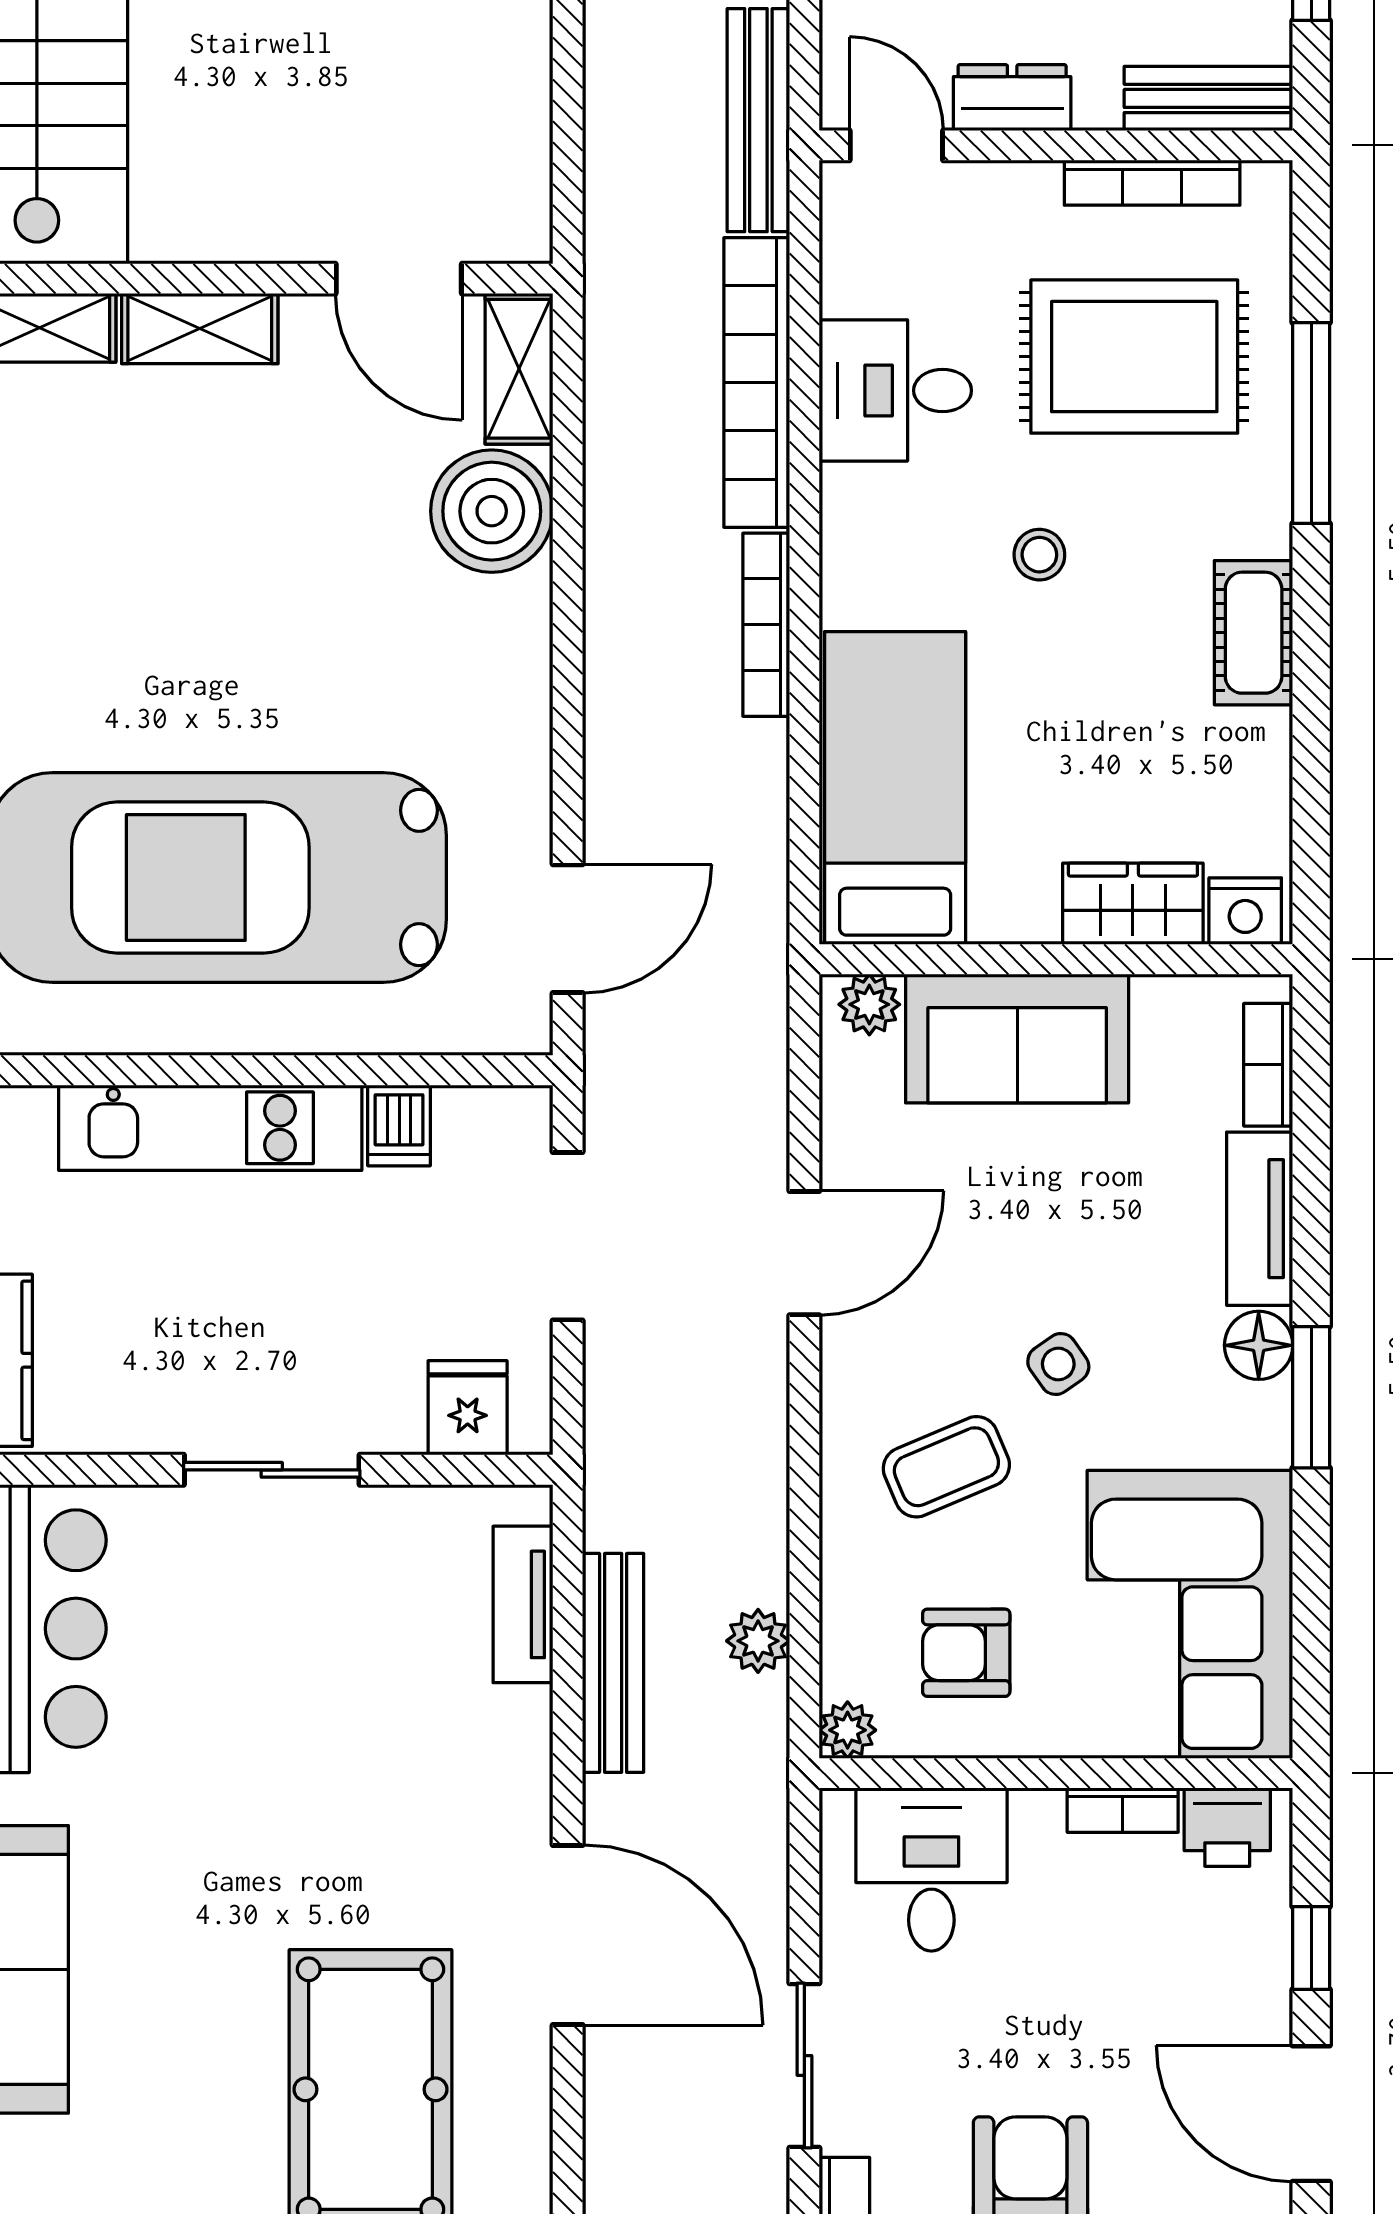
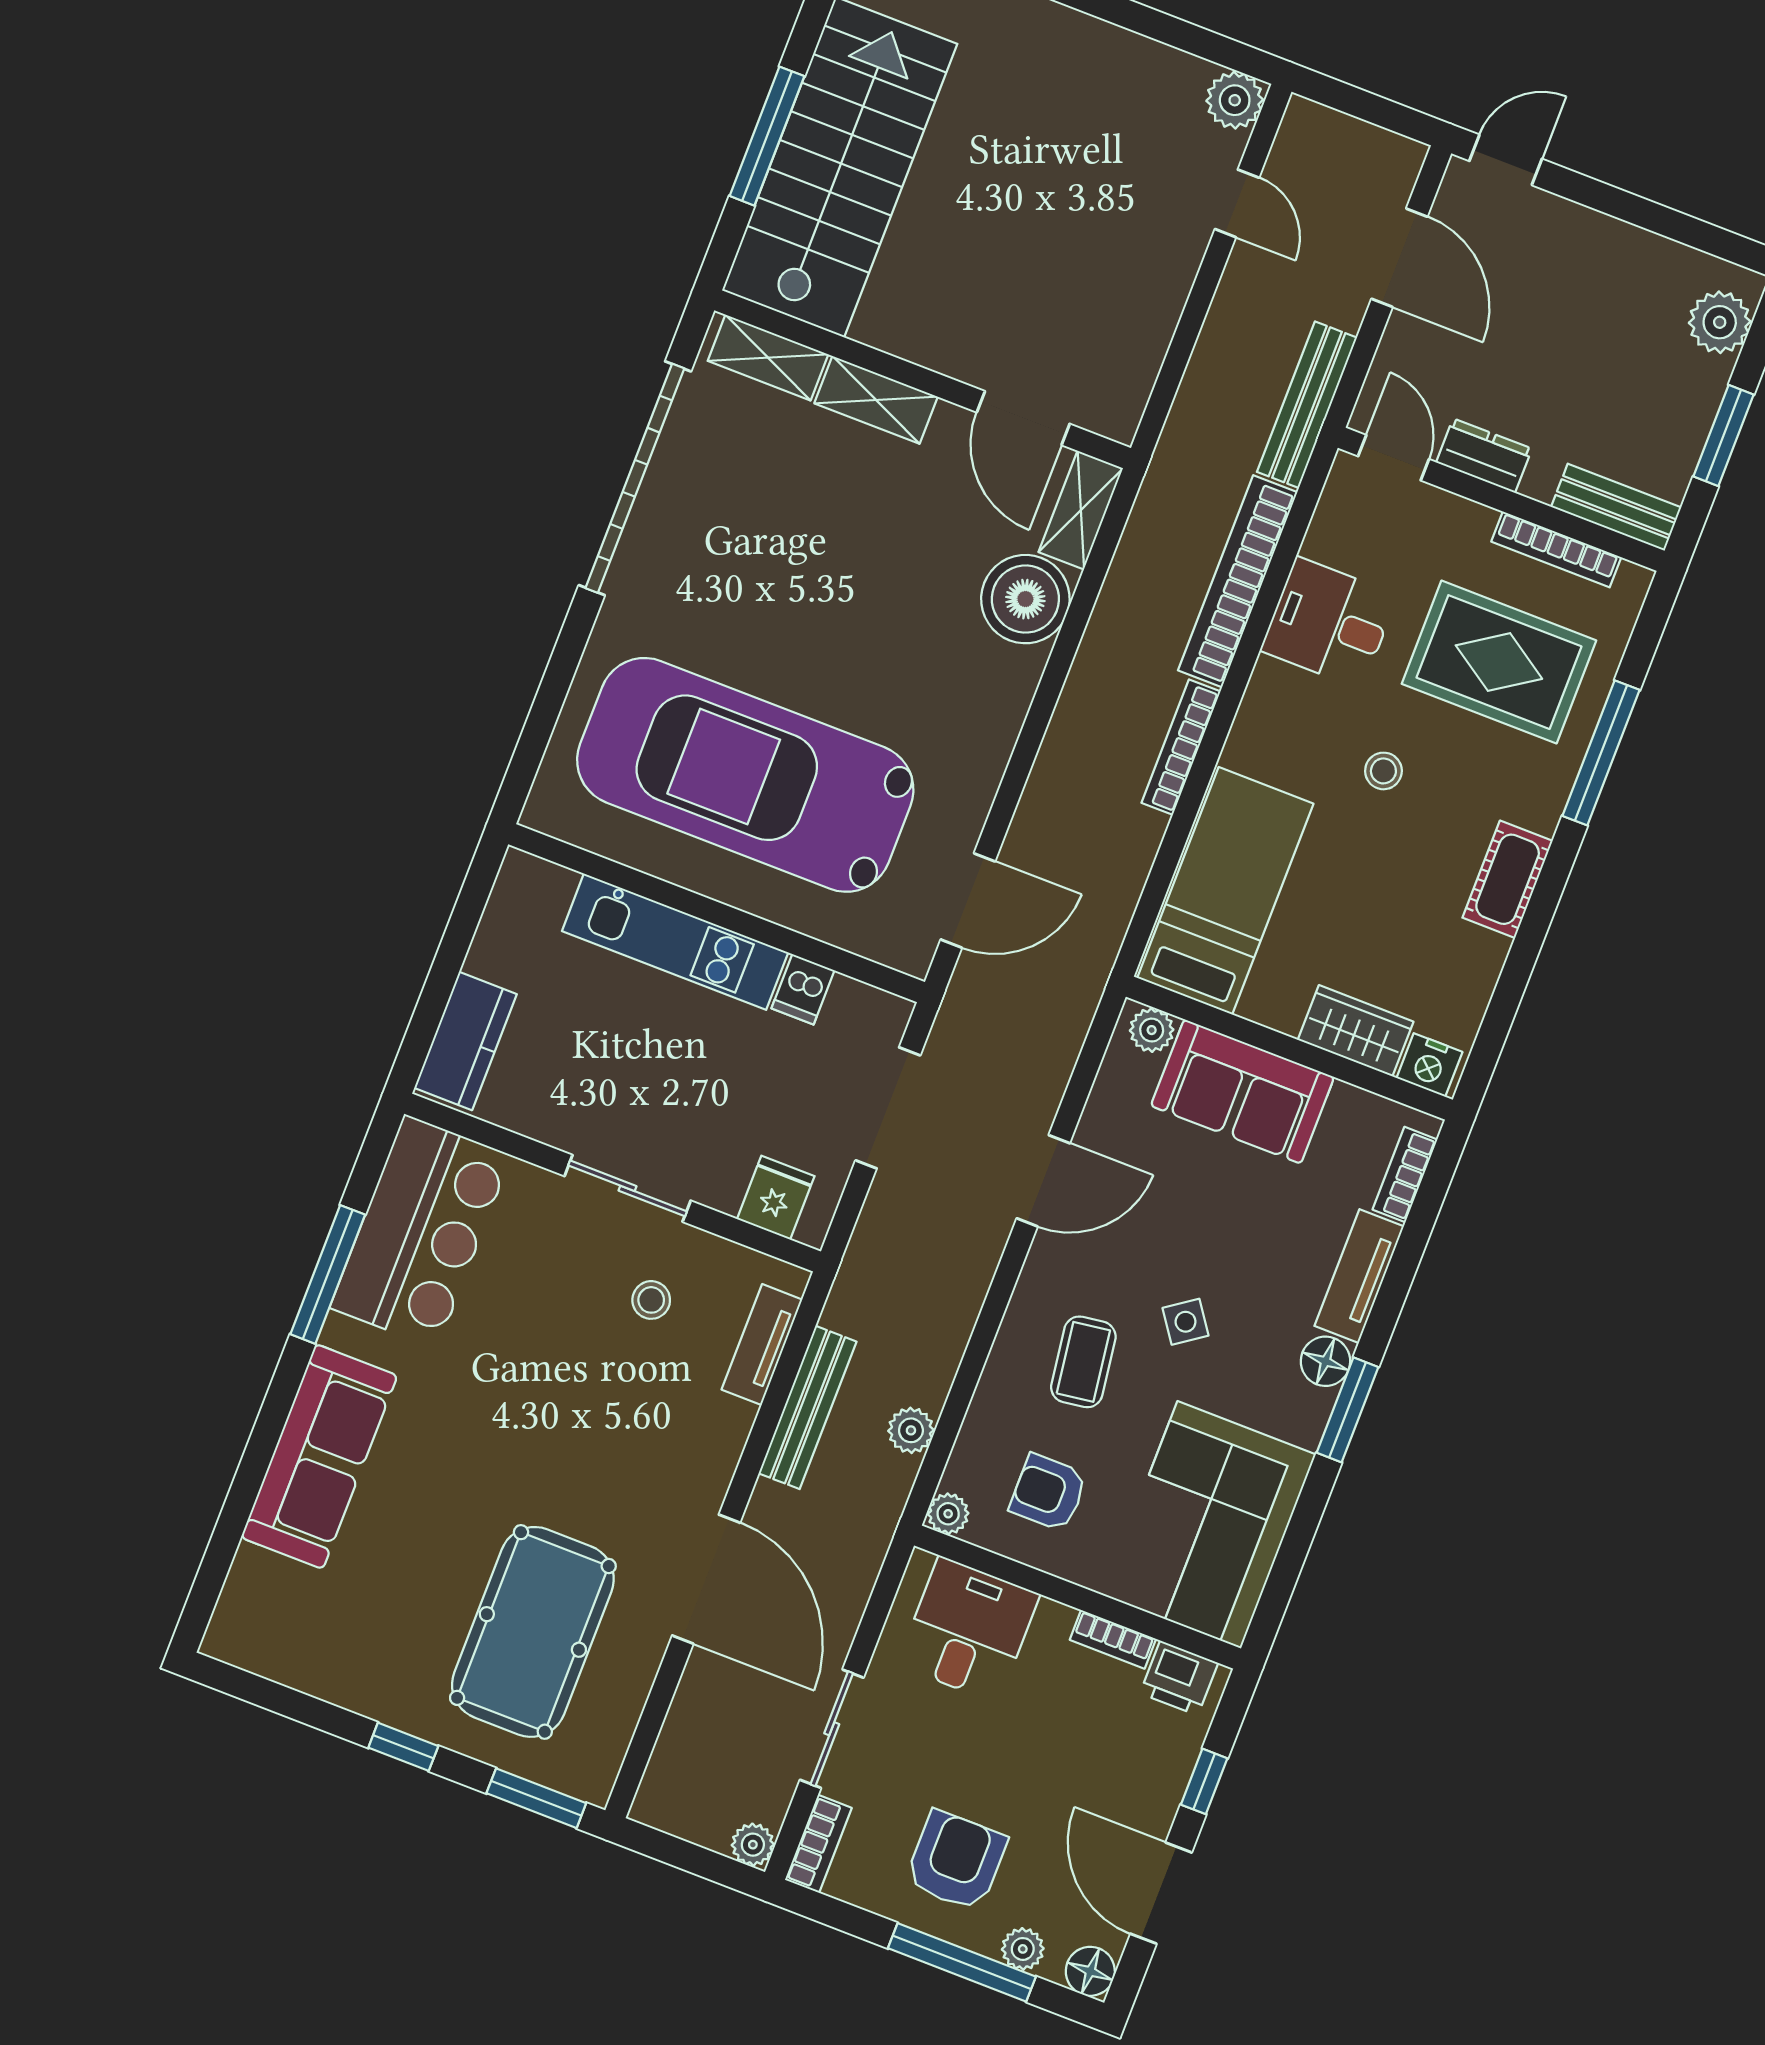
coffee table: (946, 1467) -> (1083, 1362), turned -75
stool: (358, 1602) -> (651, 1300), added

